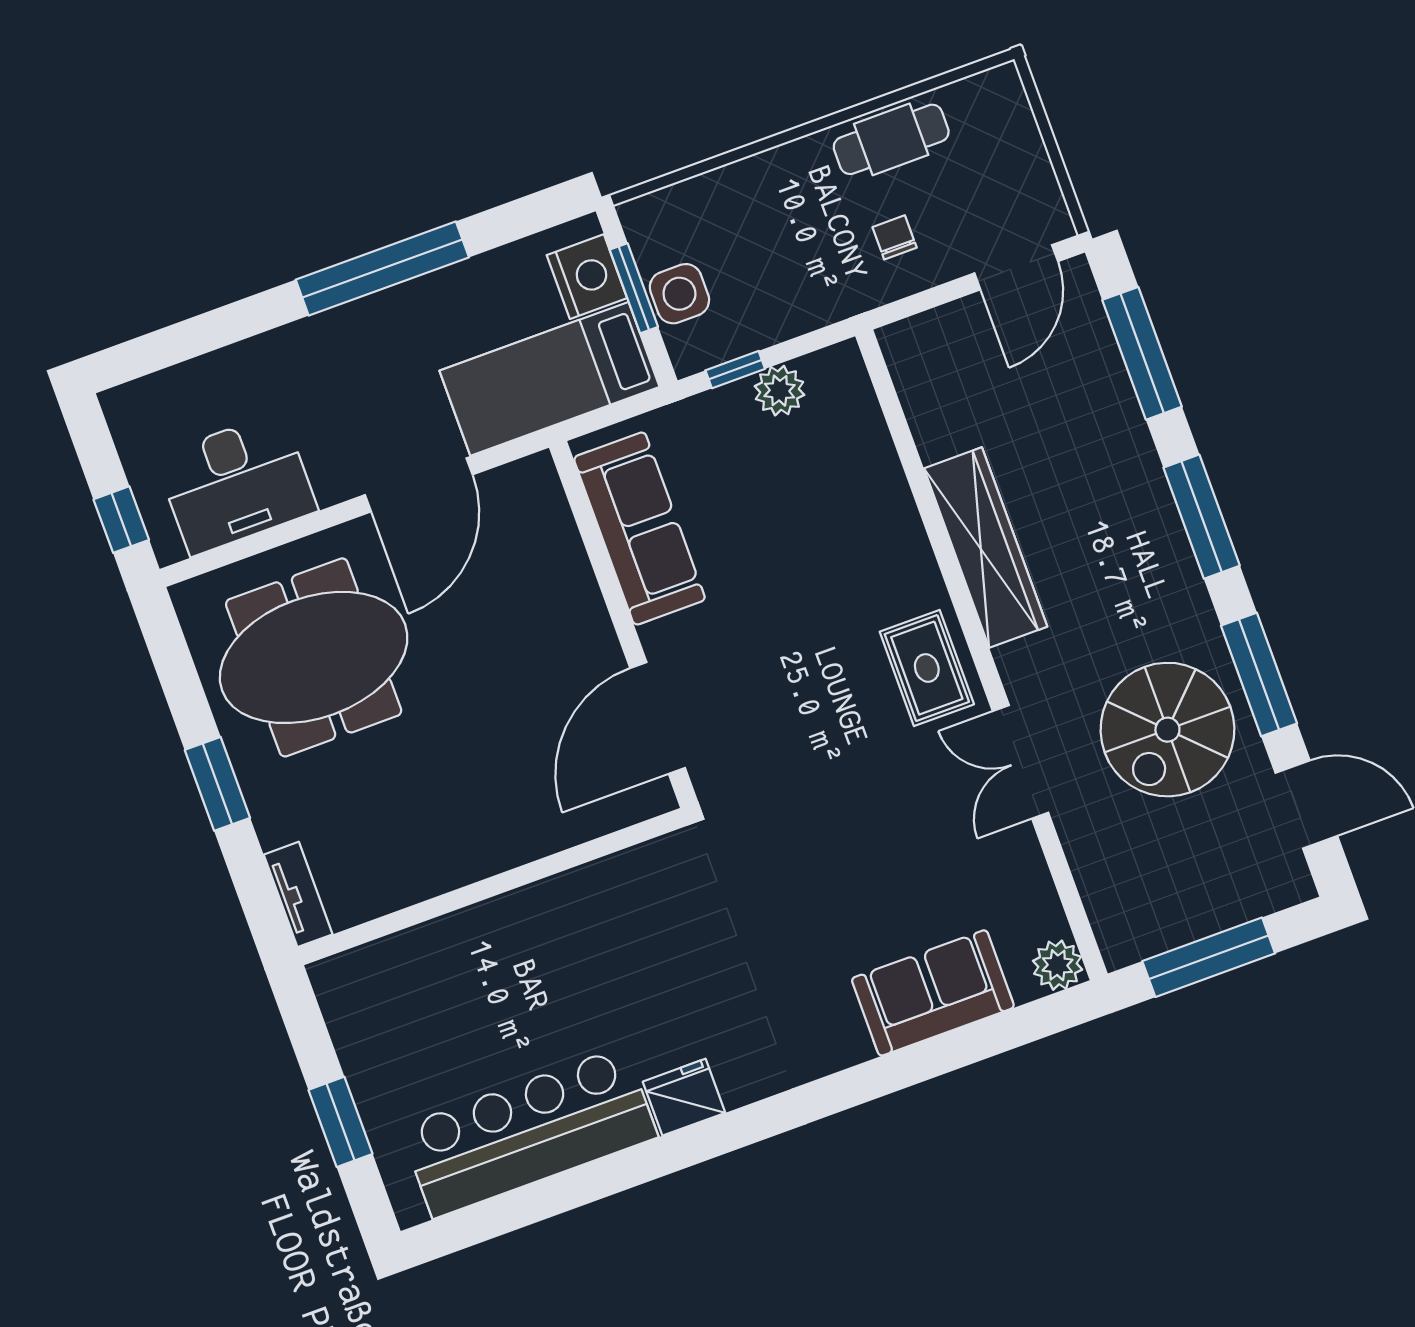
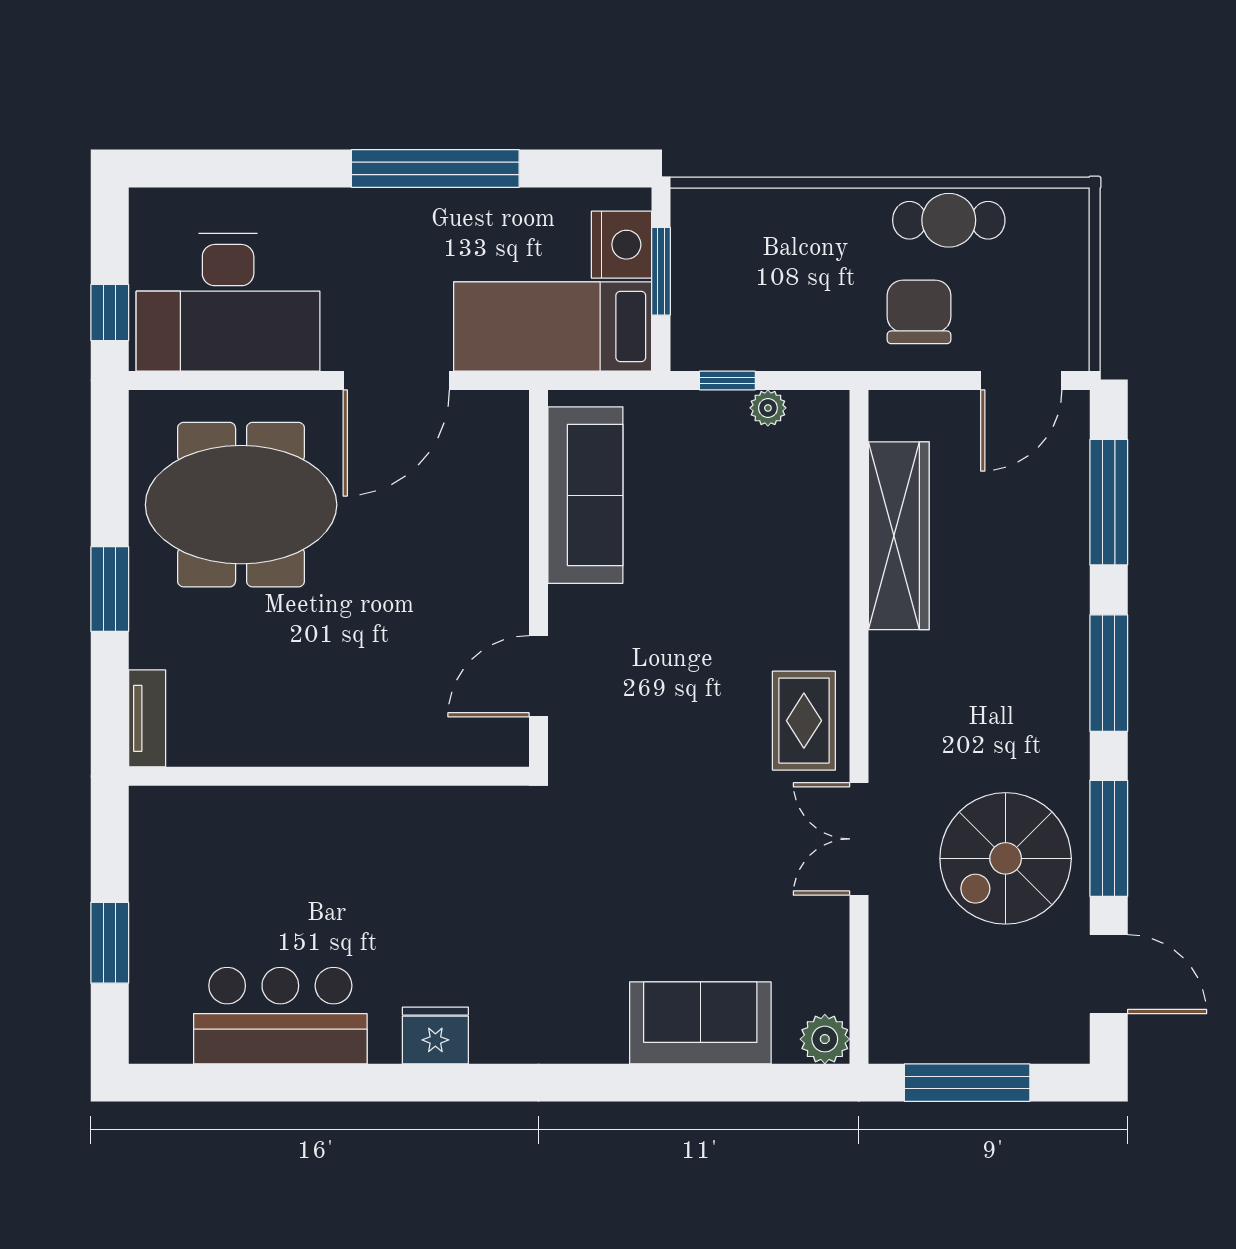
chair: (895, 237) -> (919, 312), width x1.87, depth x1.87
side table: (679, 294) -> (701, 292), removed
plant: (780, 391) -> (768, 408), width x0.73, depth x0.73
desk: (236, 484) -> (228, 302), width x1.36, depth x1.30
wardrobe: (986, 548) -> (899, 536), moved
door: (658, 718) -> (538, 676), width x0.73
bar counter: (529, 1132) -> (280, 1016), width x0.73

